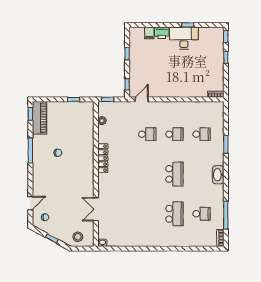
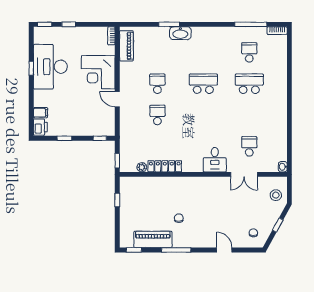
printer: (162, 33) -> (40, 127), moved
desk: (184, 38) -> (50, 67), width x1.36, depth x1.30
corner desk: (184, 83) -> (98, 72), added
door: (142, 99) -> (117, 99), moved
piano: (207, 107) -> (126, 46), added
piano: (39, 118) -> (153, 239), moved
school desk: (202, 134) -> (249, 146), moved
locker: (103, 158) -> (165, 166), moved
washbasin: (218, 175) -> (180, 33), moved
desk: (109, 184) -> (215, 160), added
door: (30, 203) -> (224, 250), moved

